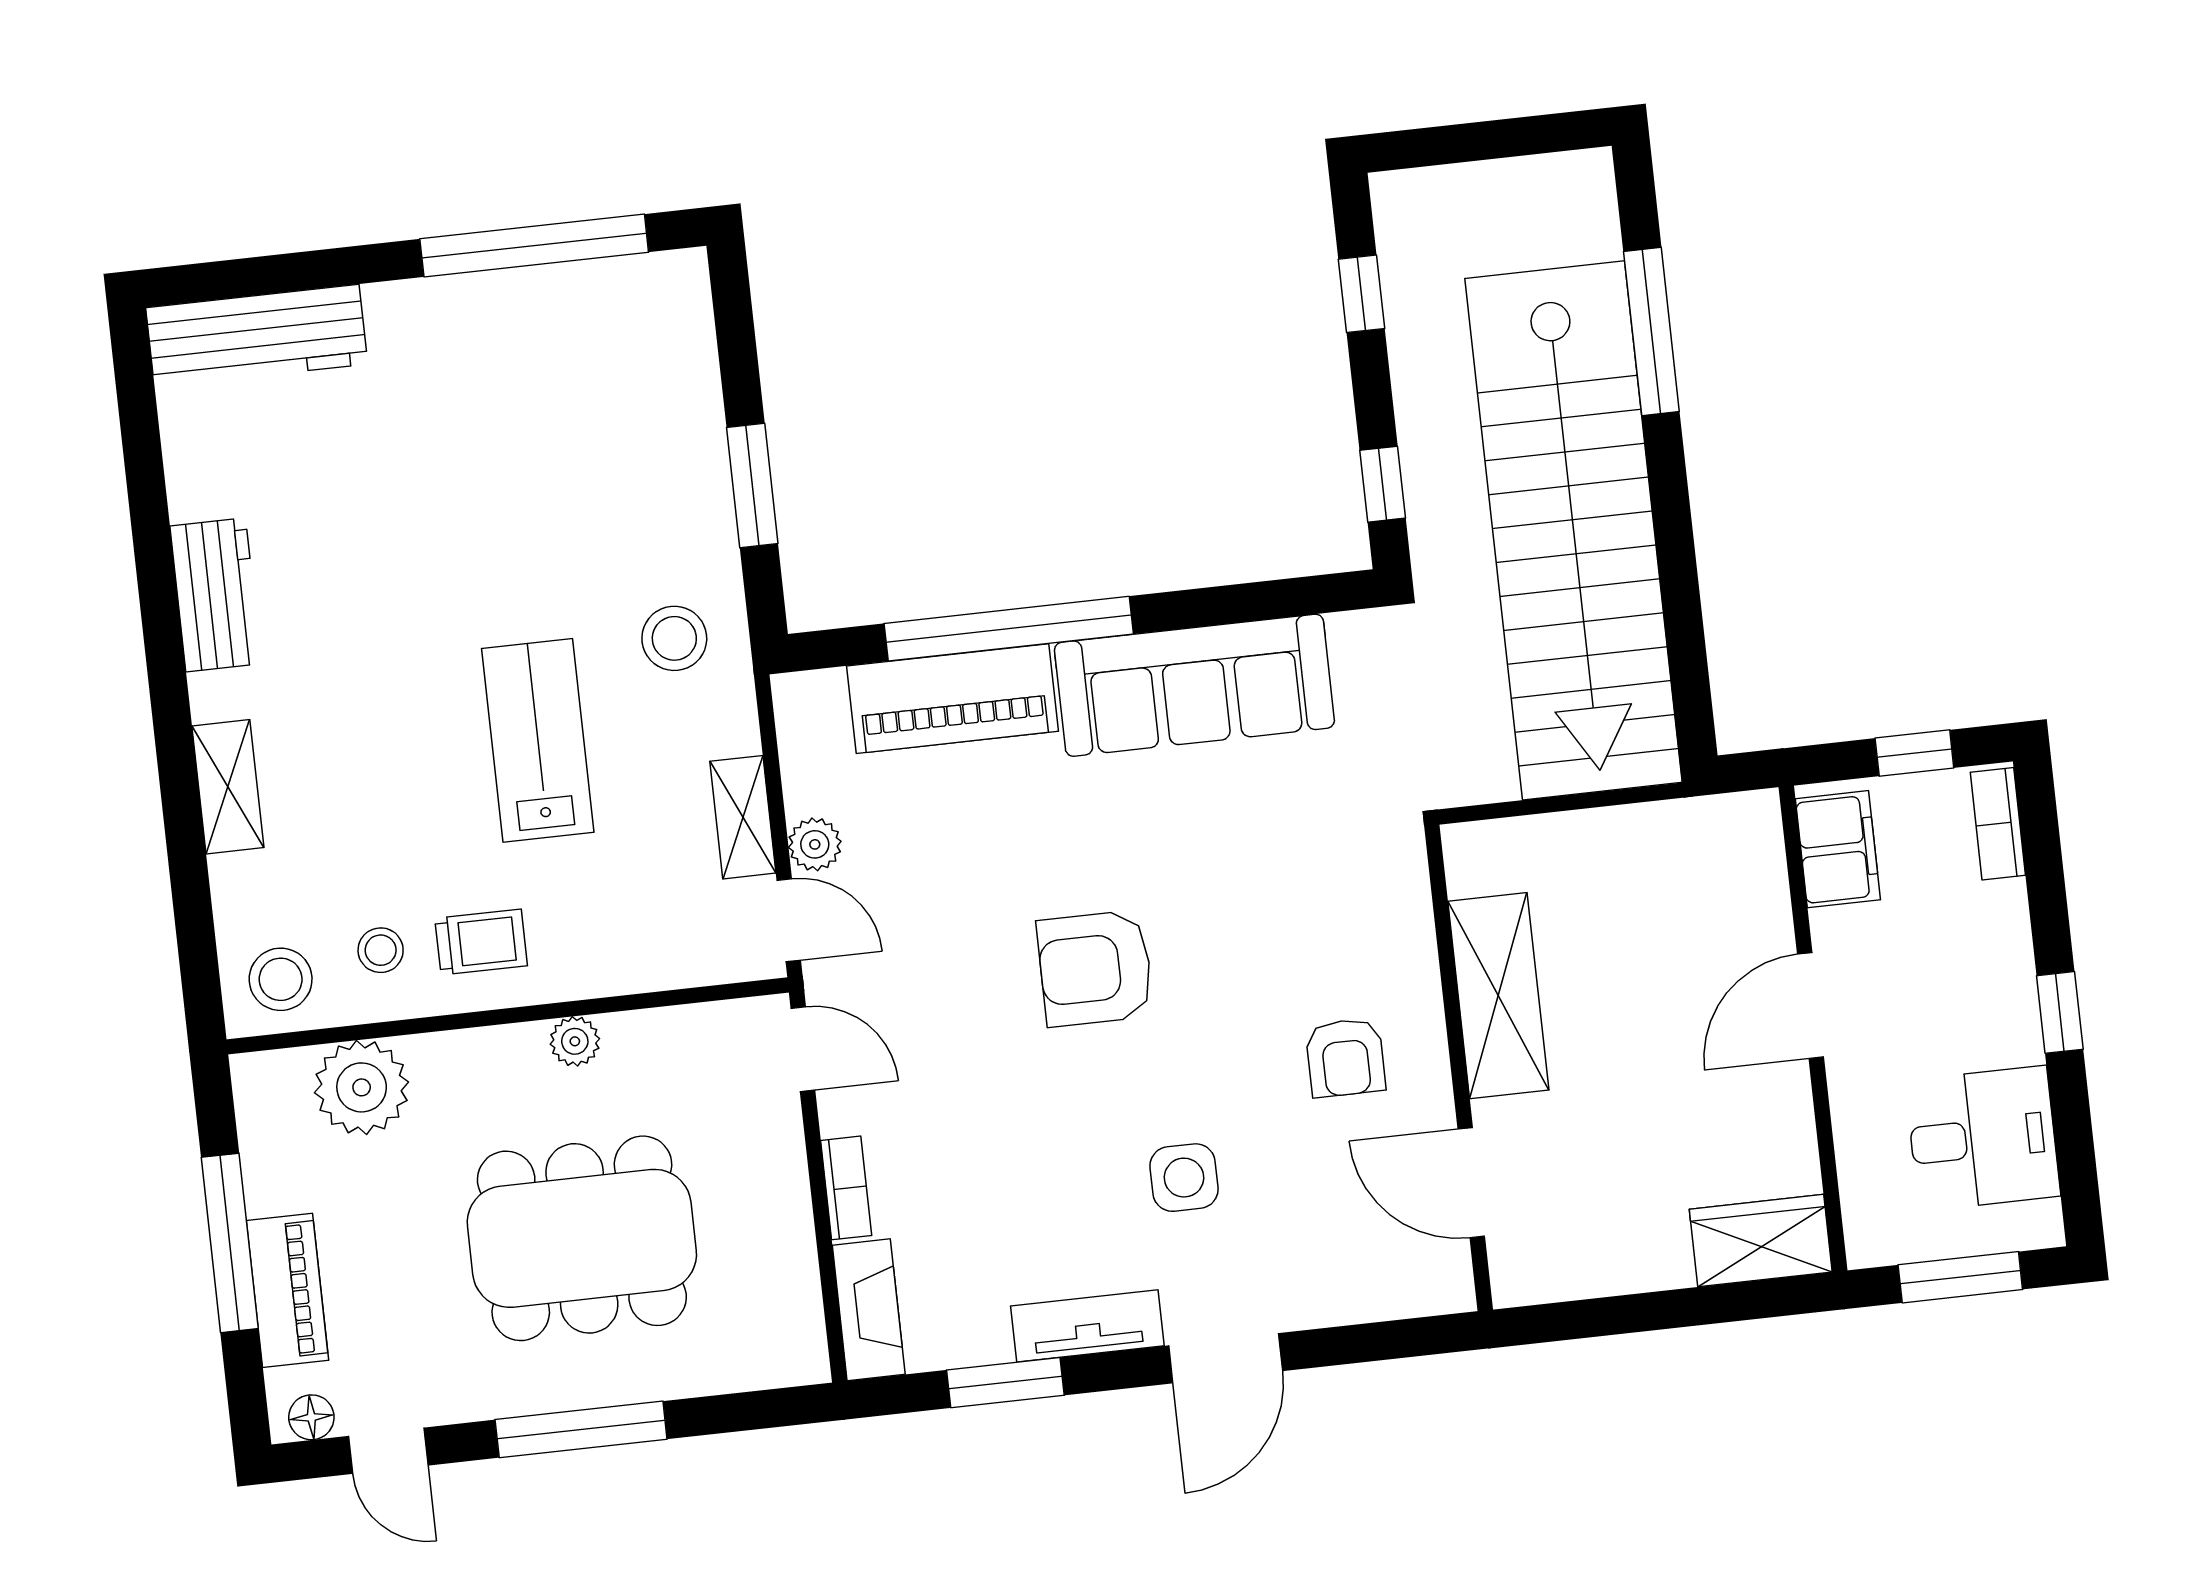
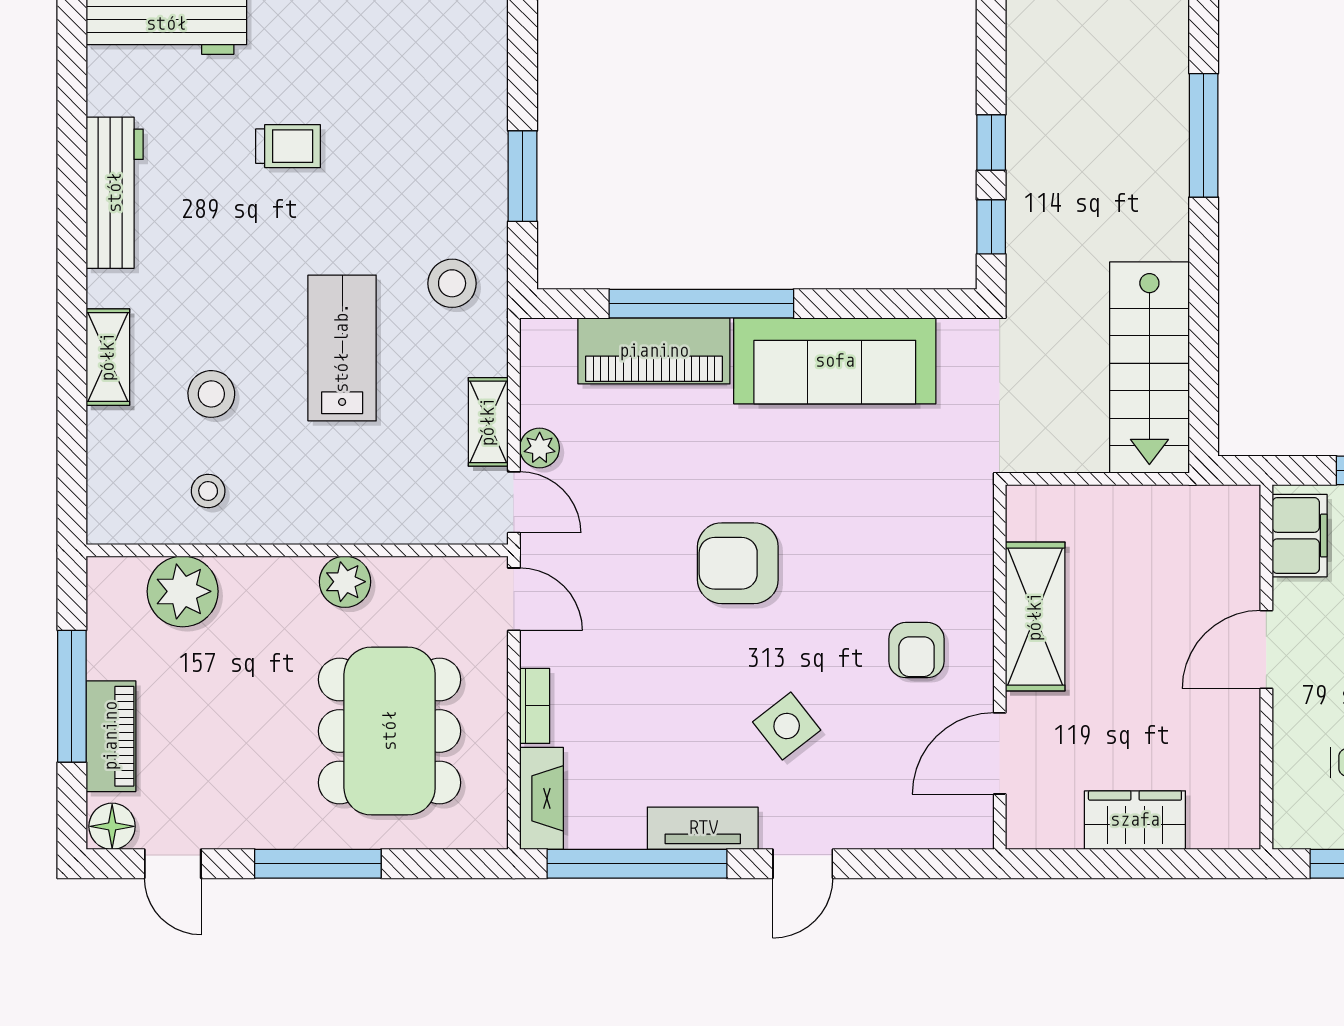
window: (1362, 294) -> (991, 142), moved
stairs: (1573, 530) -> (1149, 368), width x0.54, depth x0.66
workbench: (216, 595) -> (115, 193), width x1.38
trolley: (481, 942) -> (288, 146), moved
stool: (281, 979) -> (211, 394), moved
plant: (575, 1041) -> (345, 582), width x1.38, depth x1.38
side table: (1184, 1178) -> (787, 726), turned -38
door: (1471, 1183) -> (1000, 753), hinge flipped
dining table: (582, 1238) -> (390, 731), moved, turned 90
wardrobe: (1761, 1241) -> (1135, 820), moved
door: (1226, 1358) -> (803, 864), width x0.73
window: (1005, 1383) -> (637, 864), width x2.11
floor lamp: (311, 1417) -> (112, 826), width x1.37, depth x1.37

